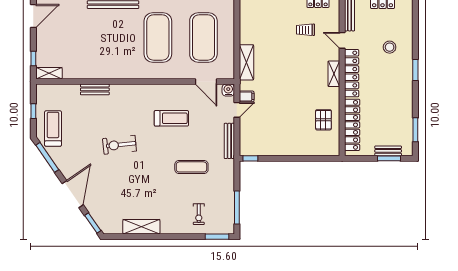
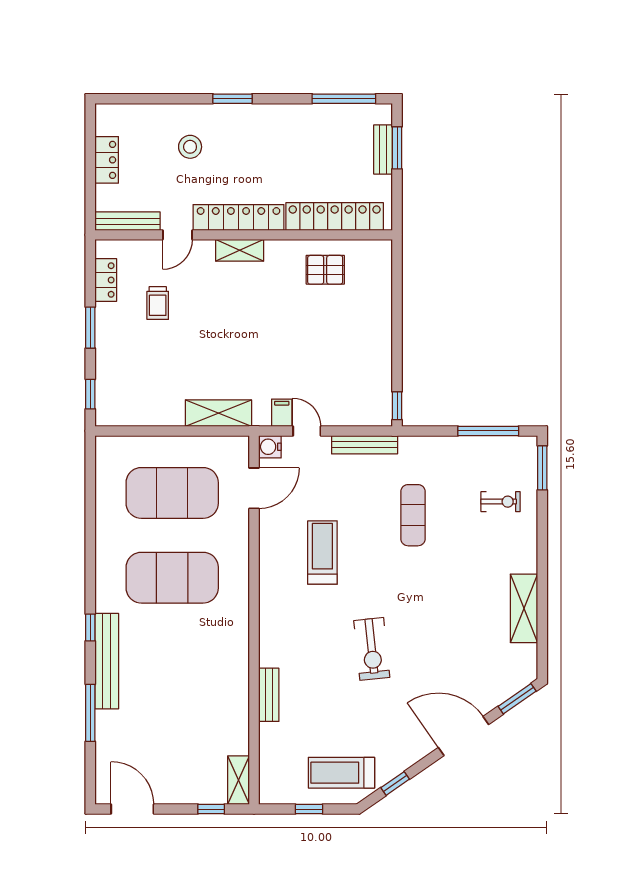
window: (415, 130) -> (344, 99), width x1.44
window: (47, 157) -> (395, 783), width x0.46

